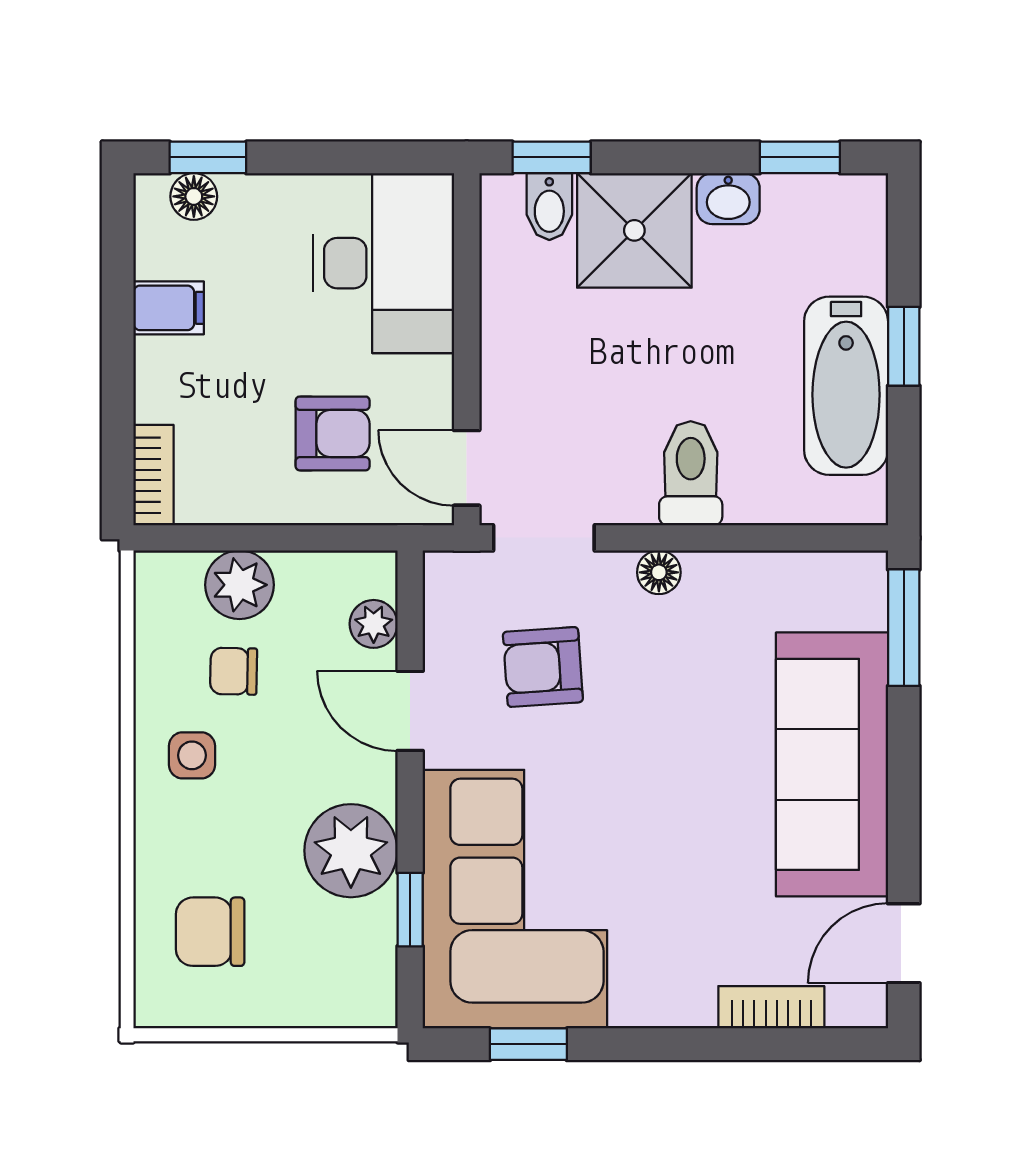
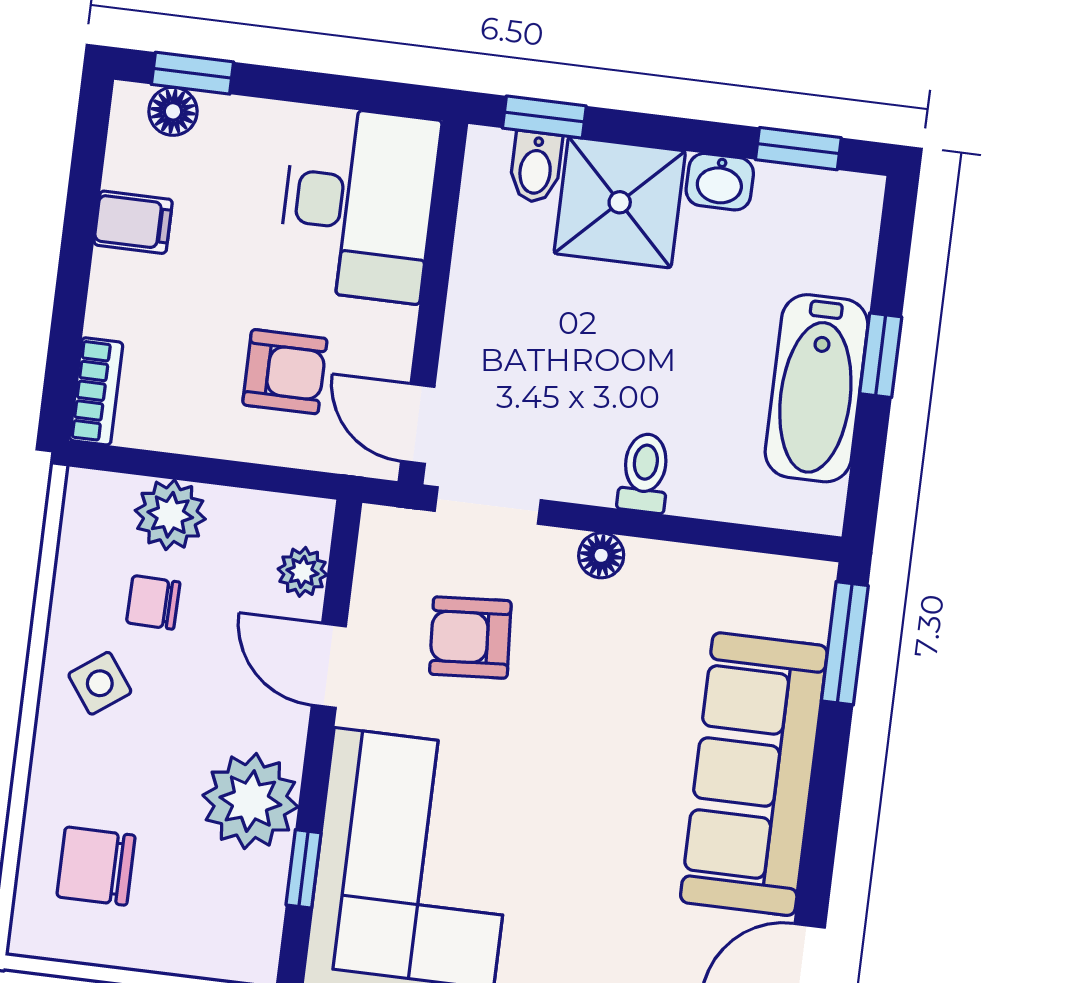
toilet: (691, 473) -> (645, 473), width x0.73, depth x0.72
side table: (192, 755) -> (100, 683), turned -36

